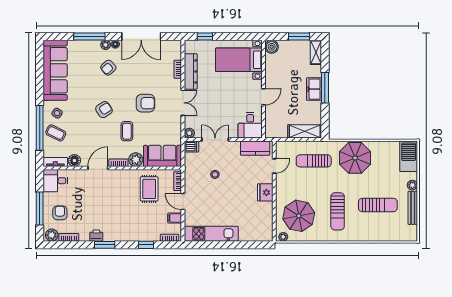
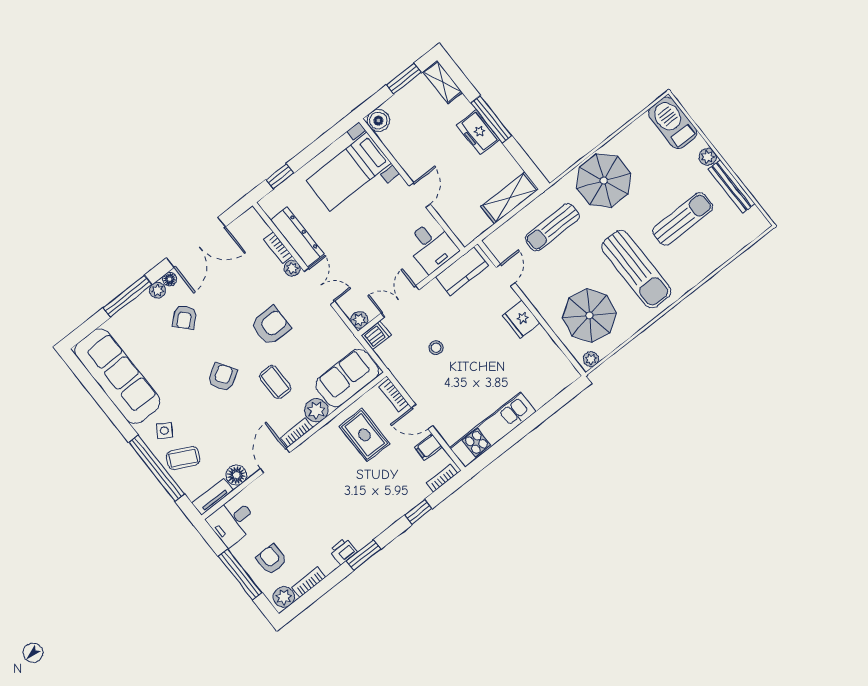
plant: (177, 84) -> (292, 268), added
sun lounger: (338, 211) -> (636, 269), width x1.36, depth x1.34

